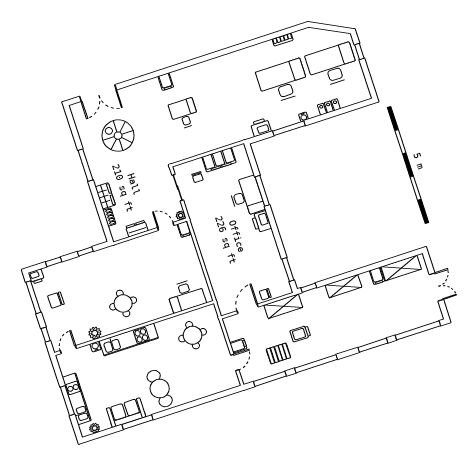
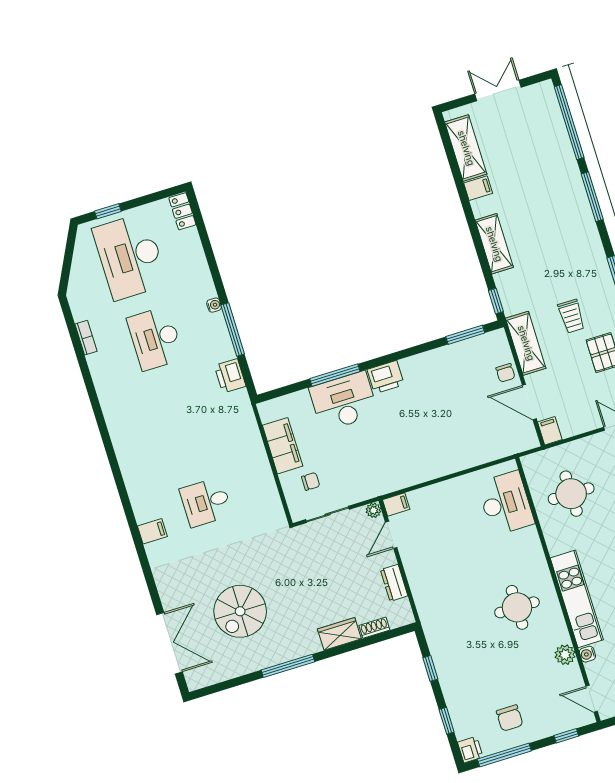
desk: (283, 82) -> (155, 338), width x0.73, depth x0.77
locker: (329, 107) -> (182, 211), moved
filing cabinet: (238, 346) -> (550, 431), moved

